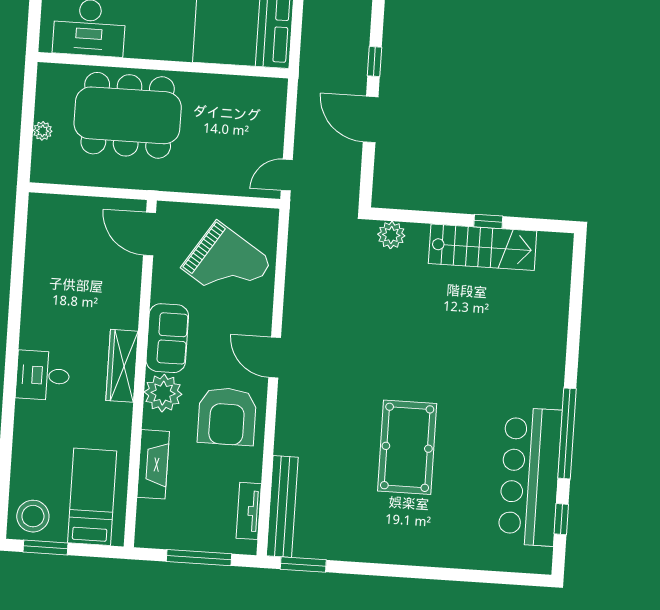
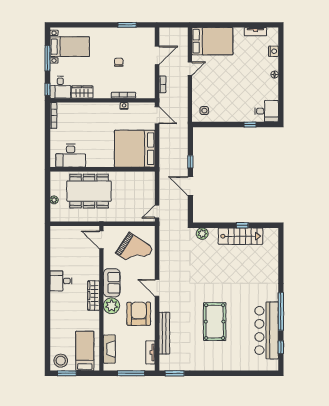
desk: (43, 375) -> (61, 281), moved
armchair: (227, 416) -> (139, 314), turned 180
fireplace: (153, 464) -> (109, 349), moved
bench: (282, 507) -> (164, 333), moved

